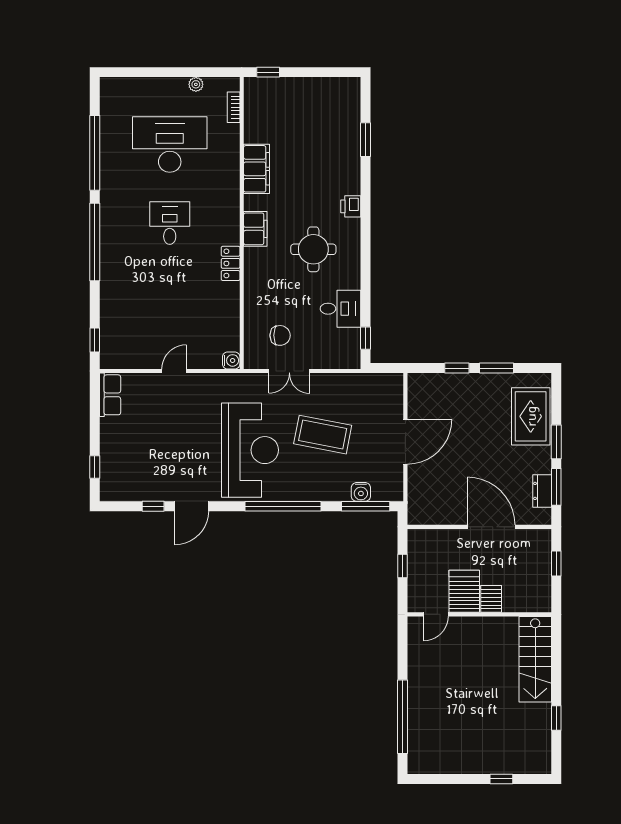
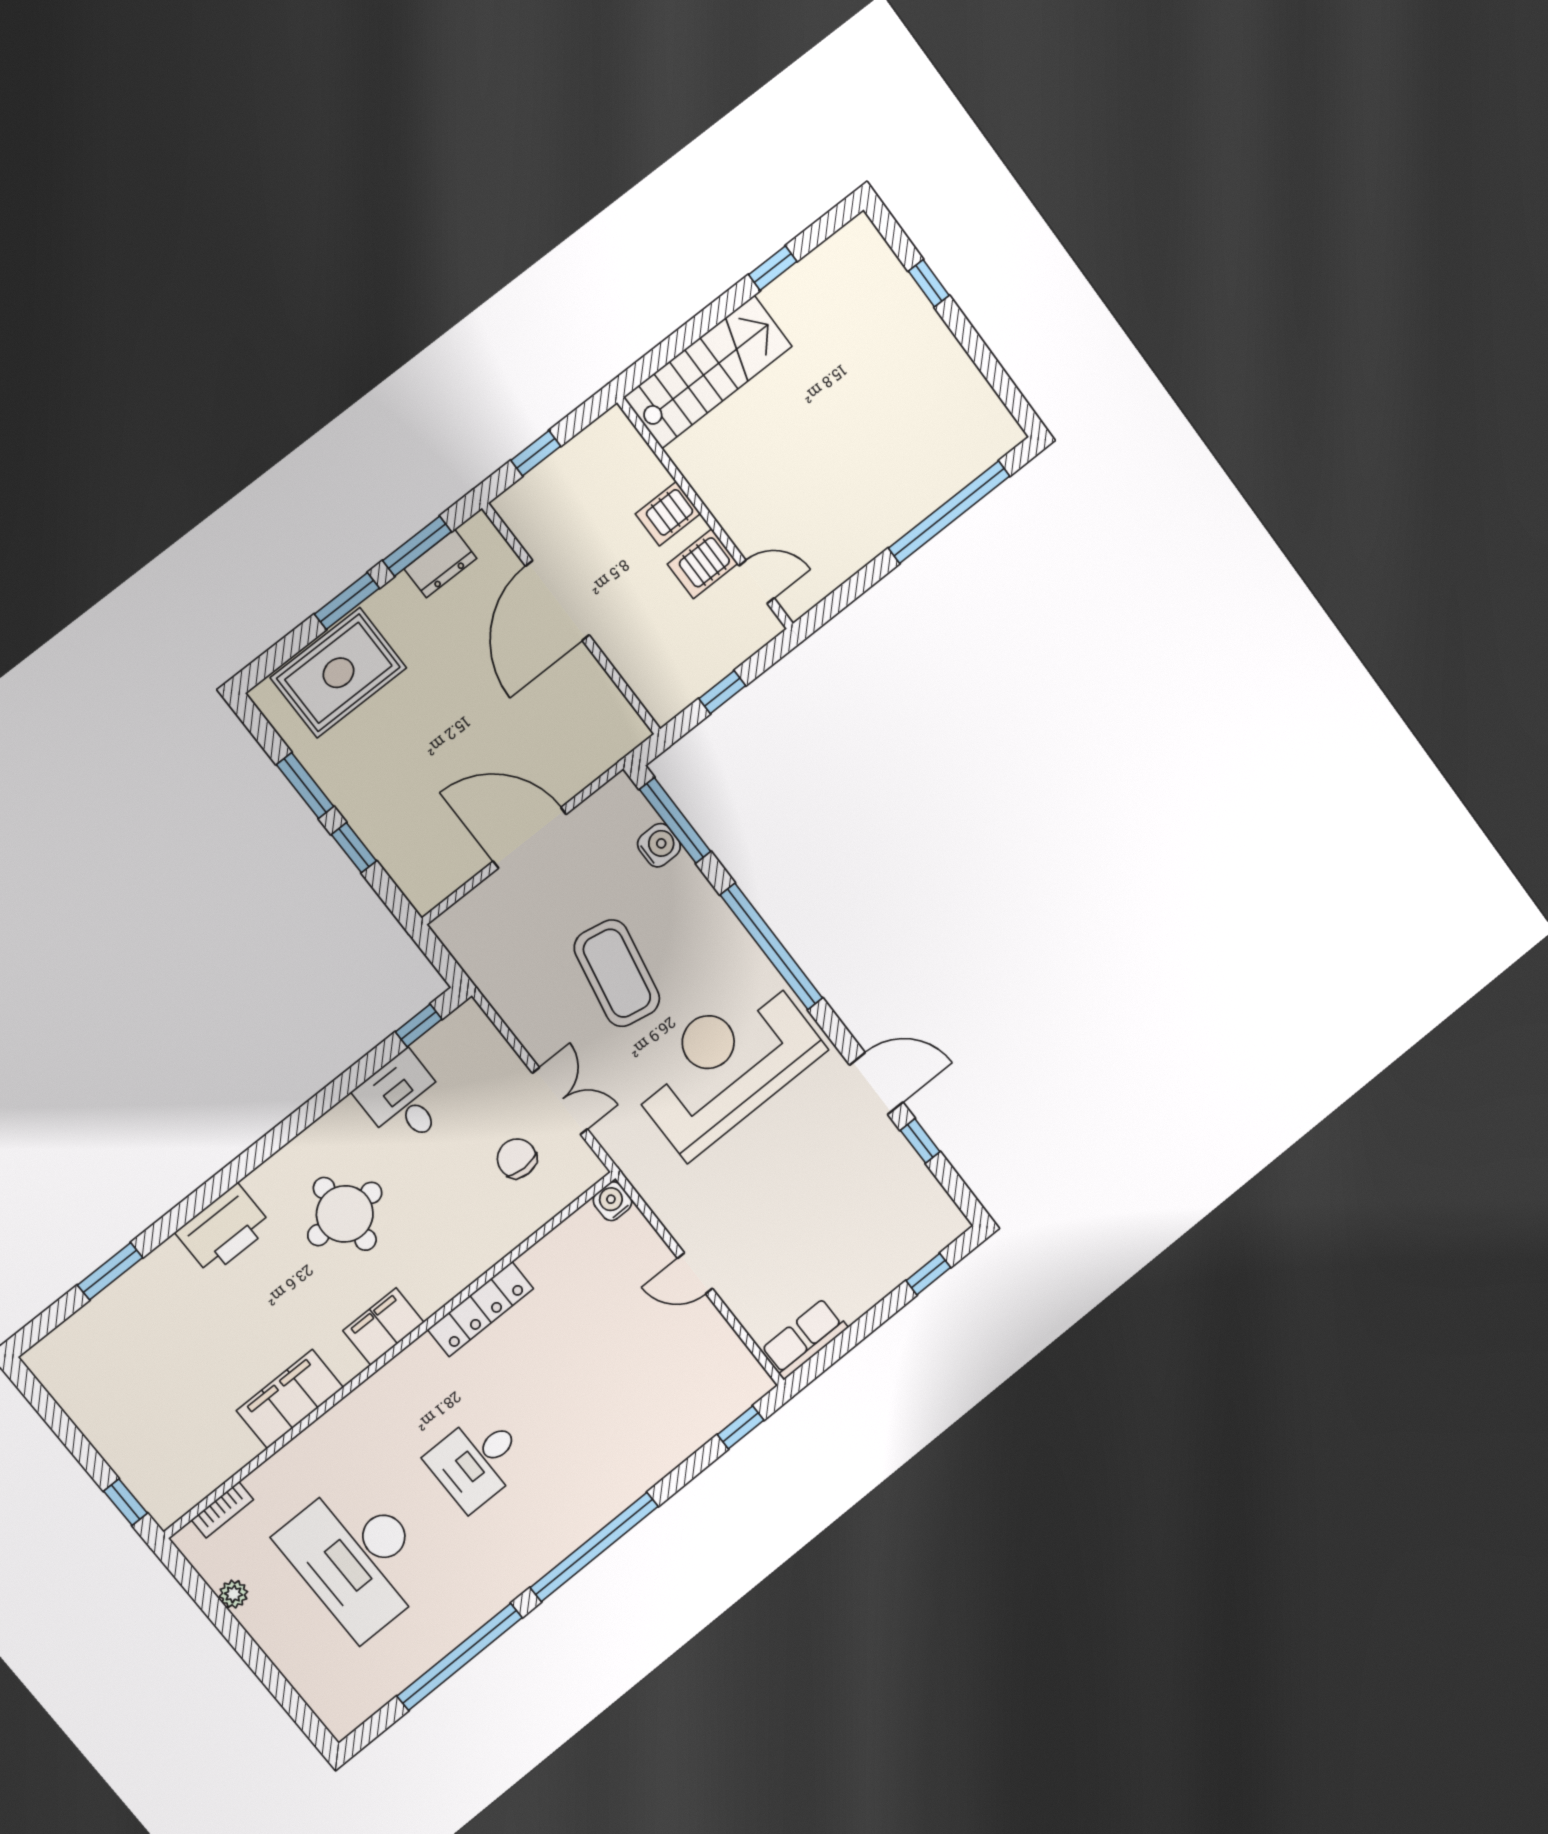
printer: (351, 206) -> (224, 1229), width x1.87, depth x1.48
locker: (231, 263) -> (481, 1309), width x1.53
server rack: (464, 591) -> (703, 564), width x0.73, depth x0.70

